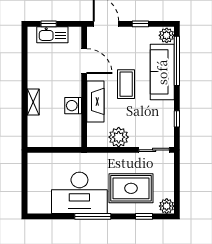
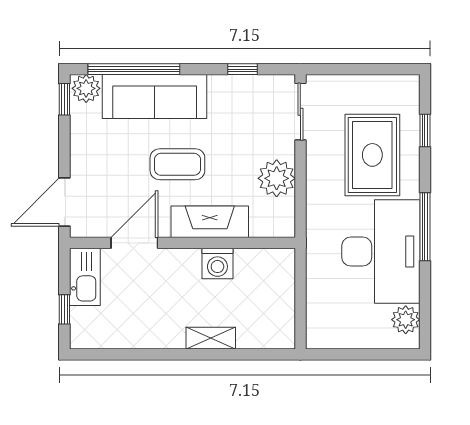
window: (140, 24) -> (64, 99), moved
kitchen sink: (52, 35) -> (85, 277), moved
plant: (167, 206) -> (406, 320), moved

